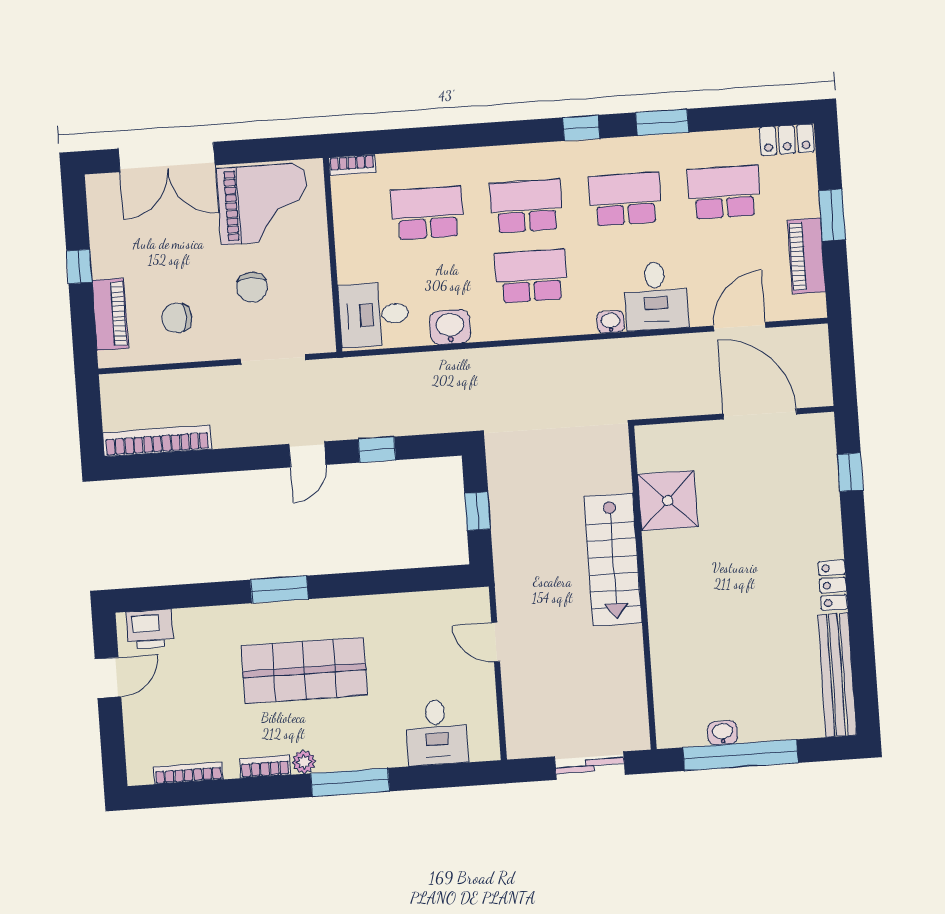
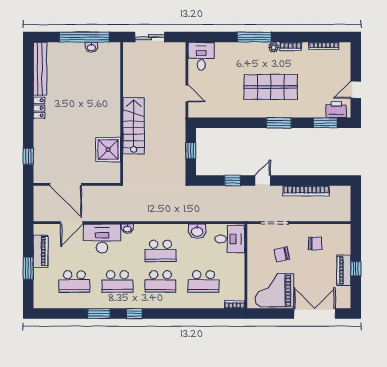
locker: (787, 140) -> (46, 302), removed
chair: (252, 287) -> (282, 255), turned -102
desk: (656, 296) -> (102, 239), width x1.37
piano: (110, 314) -> (344, 270), moved
bookcase: (157, 441) -> (306, 191), moved
window: (173, 597) -> (325, 123), added
desk: (436, 732) -> (201, 56), moved

